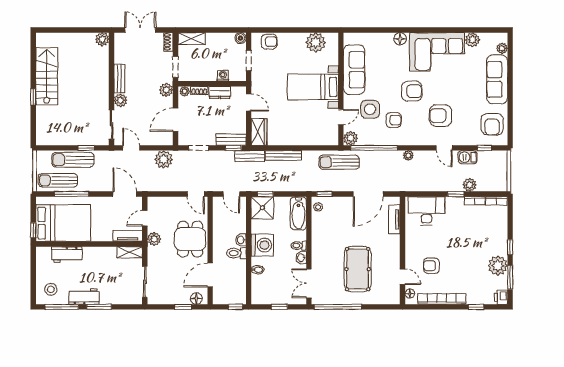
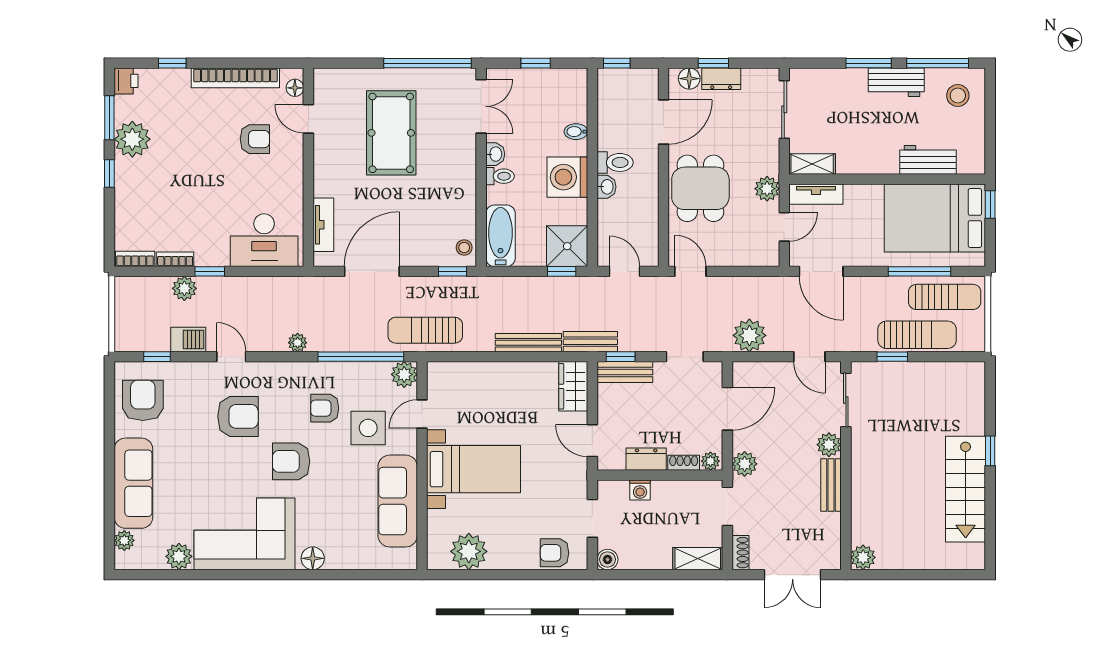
sun lounger: (339, 162) -> (425, 330), turned 180
dresser: (179, 298) -> (721, 79), added

